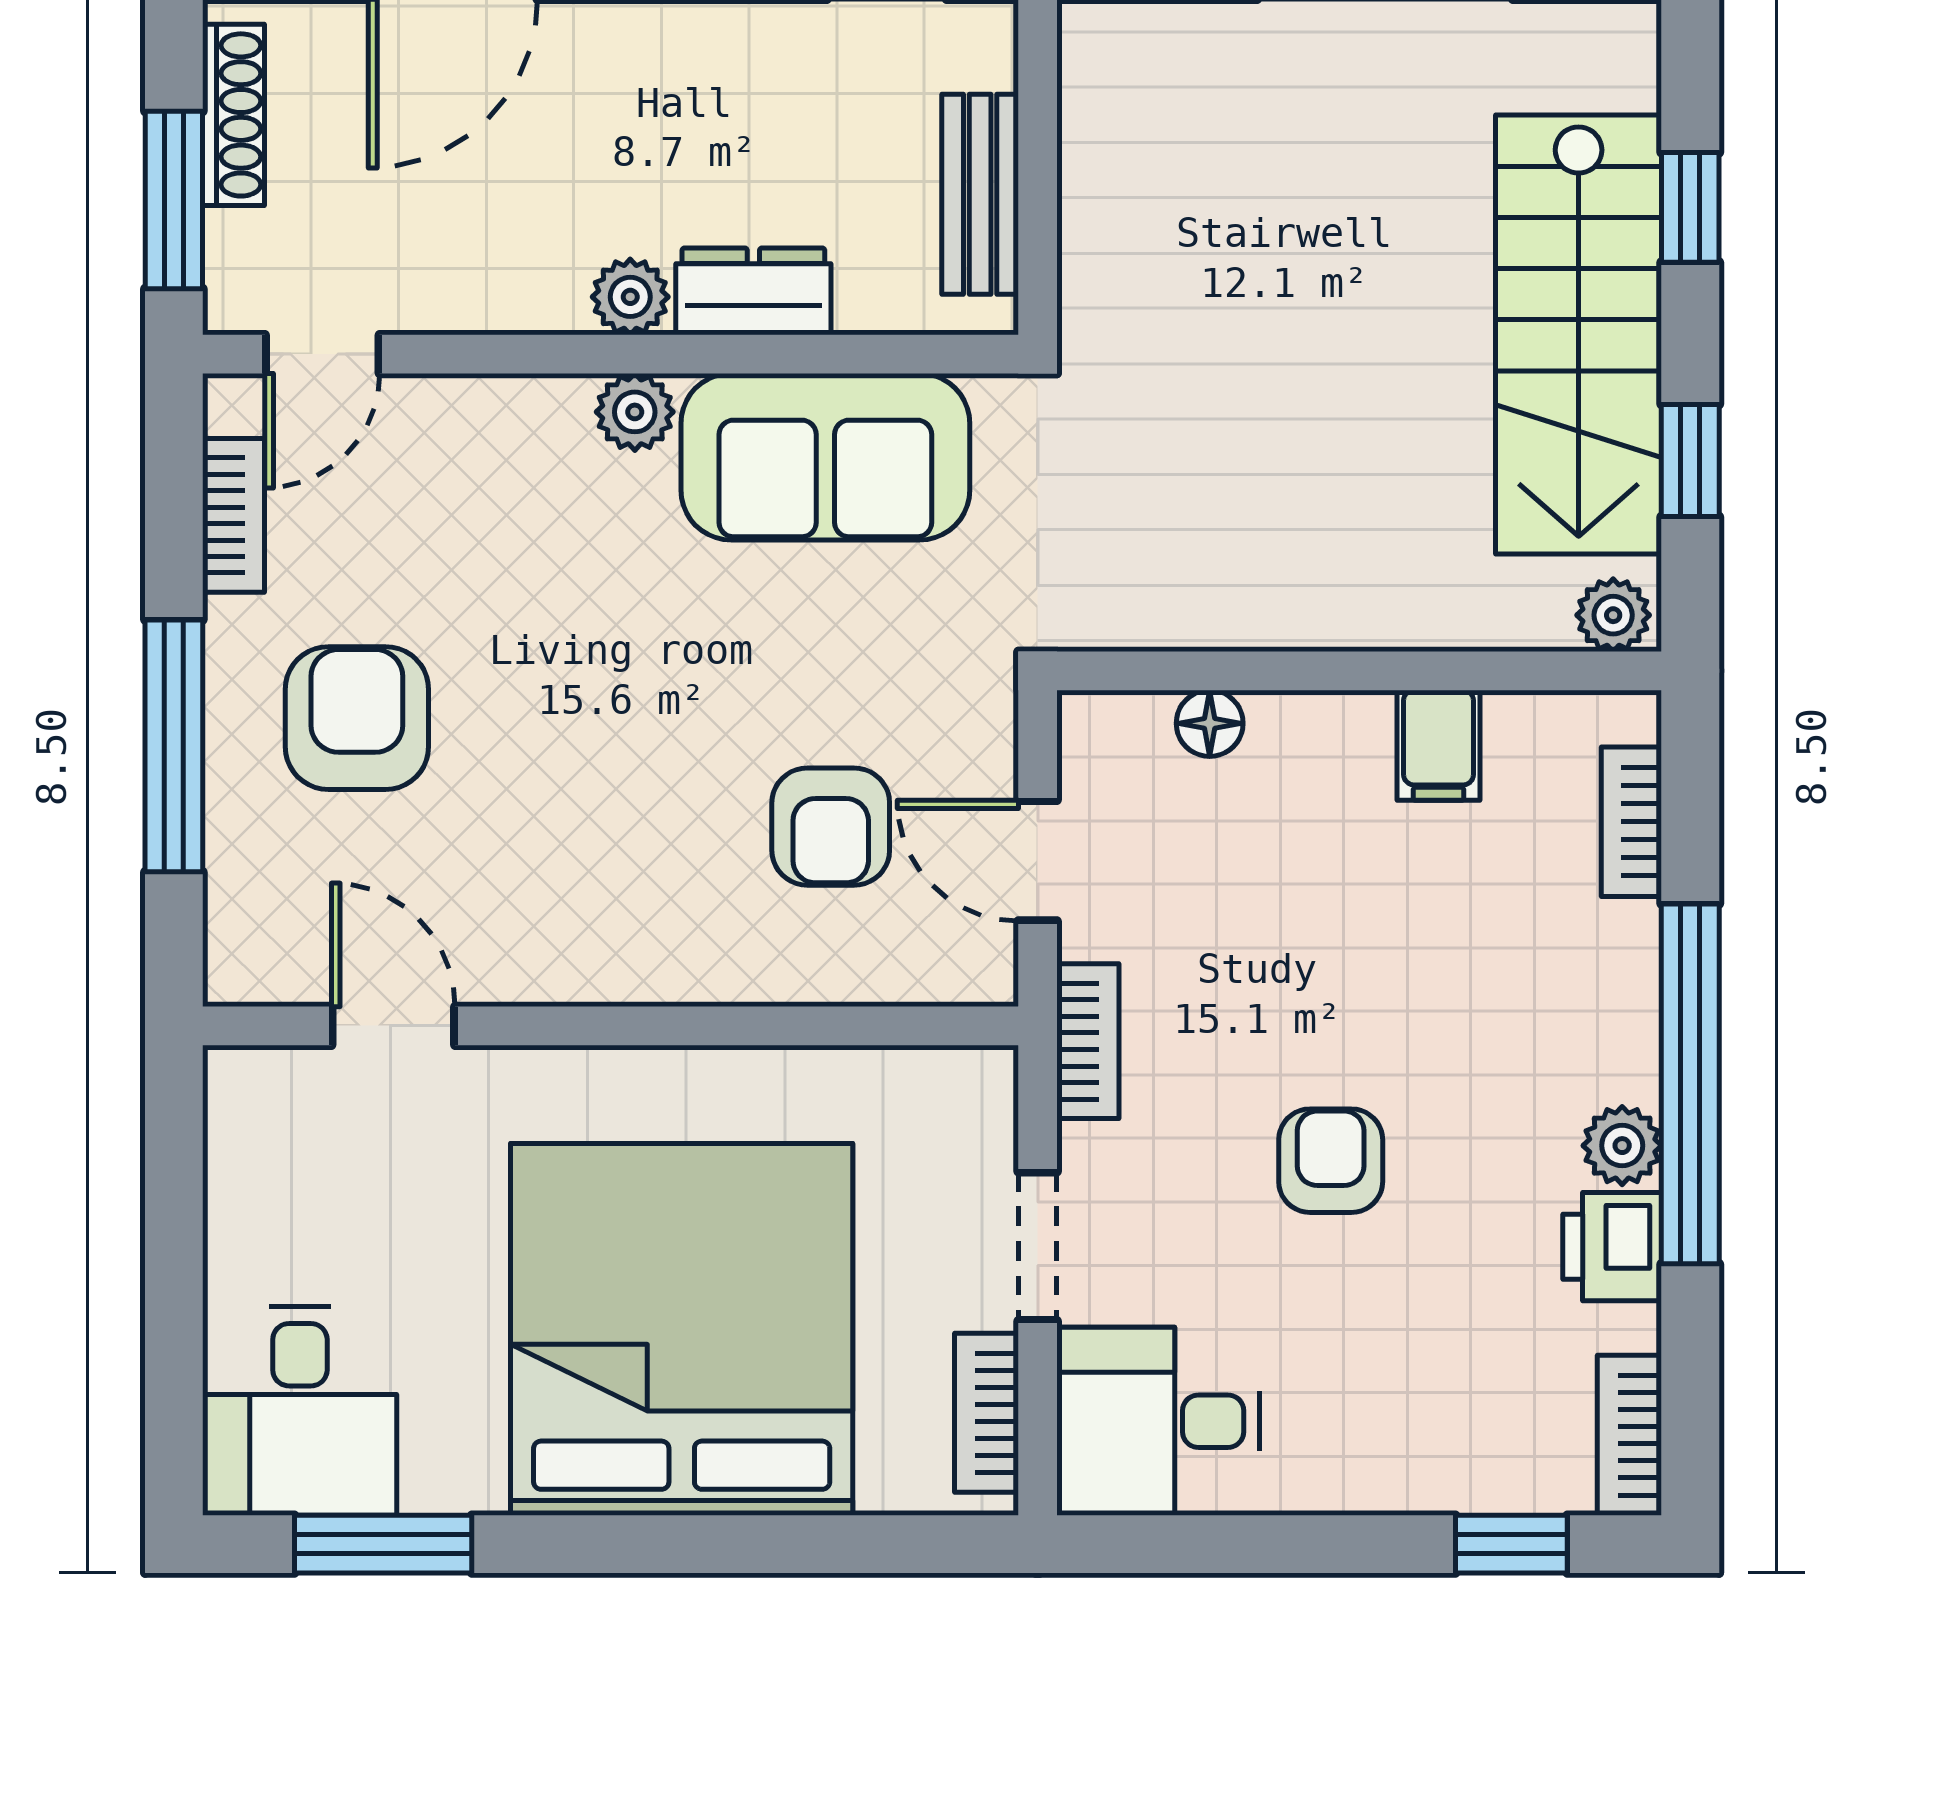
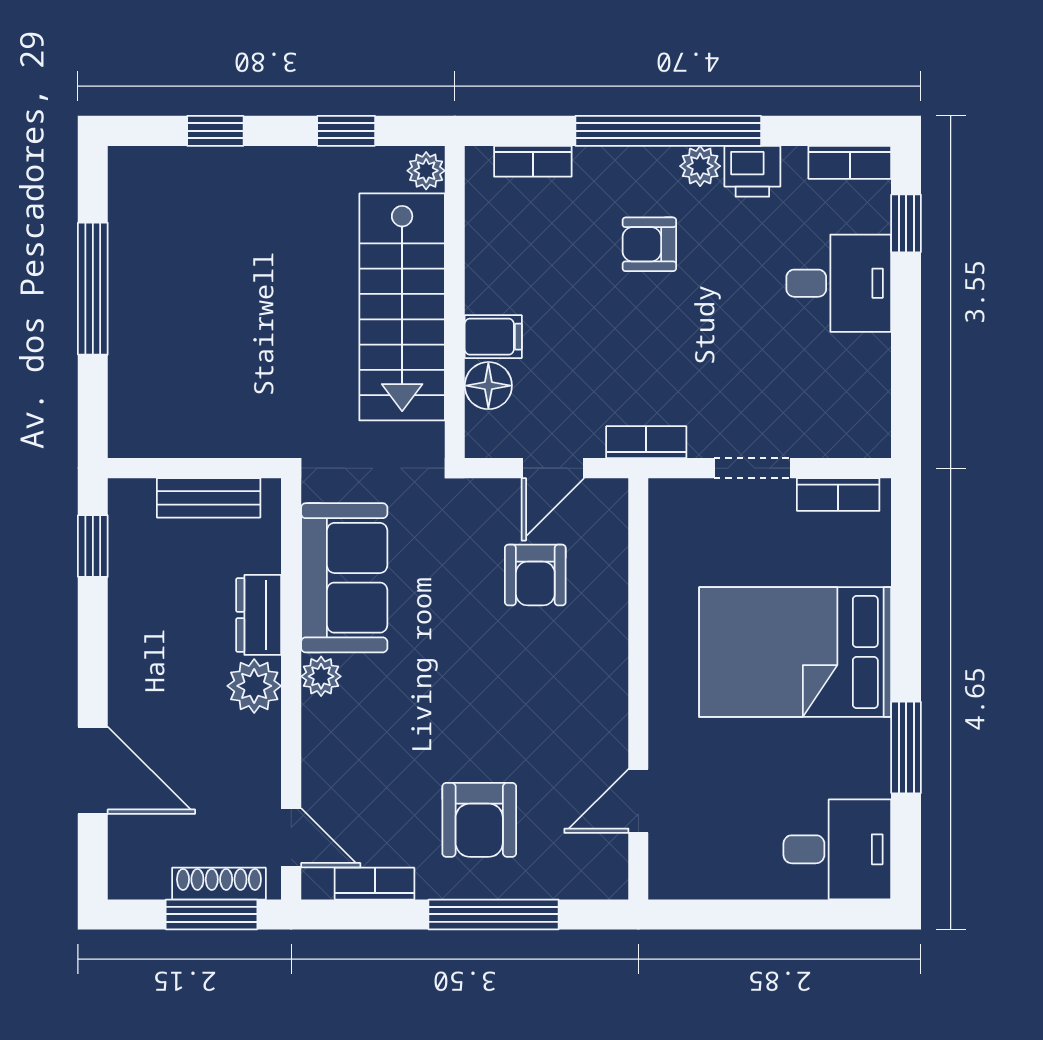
shoe rack: (234, 115) -> (219, 884), moved
plant: (630, 297) -> (254, 686), width x1.38, depth x1.38
stairs: (1579, 334) -> (402, 307), moved, turned 90
armchair: (357, 718) -> (479, 820), turned -90
floor lamp: (1210, 723) -> (488, 386), width x1.37, depth x1.37
filing cabinet: (1439, 745) -> (493, 337), moved
armchair: (831, 827) -> (535, 575), turned 90
armchair: (1331, 1161) -> (649, 244), moved
bed: (682, 1329) -> (795, 652), width x0.73
desk: (1158, 1421) -> (839, 283), moved, turned -90
window: (383, 1544) -> (906, 748), moved

